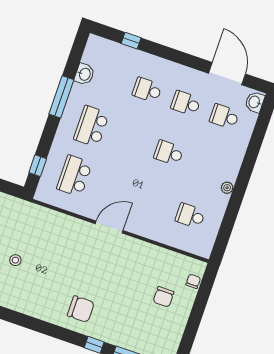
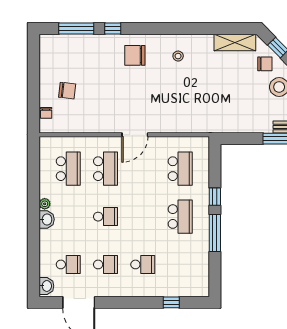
washbasin: (84, 74) -> (47, 219), moved, turned 180
window: (38, 166) -> (215, 197), moved
school desk: (152, 202) -> (106, 169), added
school desk: (190, 216) -> (68, 169), width x1.85
stool: (15, 260) -> (178, 56), moved
chair: (163, 297) -> (67, 91), turned 97

